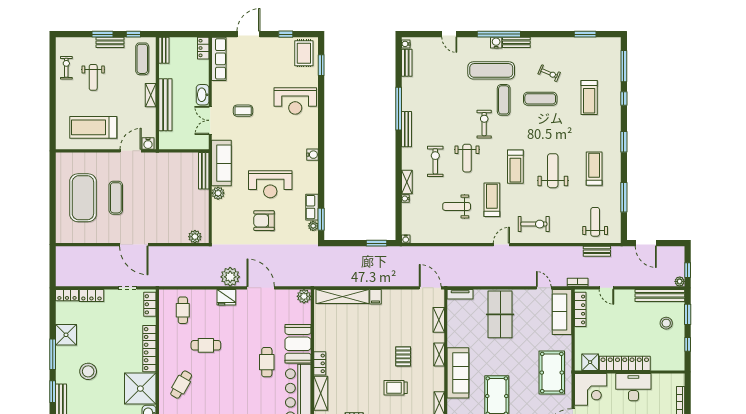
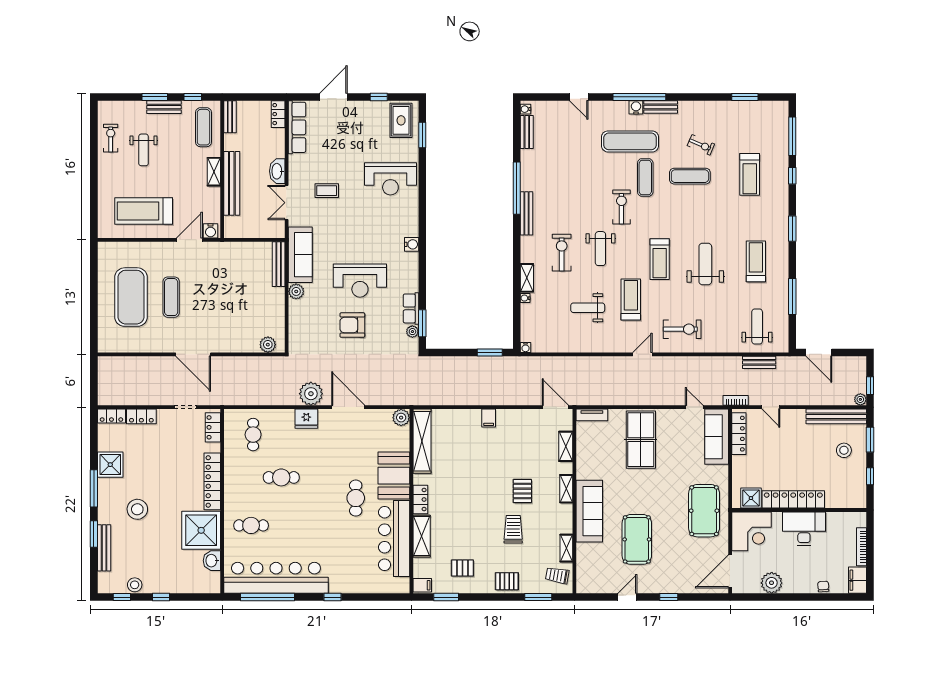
shelving: (343, 296) -> (422, 441), moved, turned 90
cafe table: (181, 385) -> (251, 525), turned 60
trolley: (396, 388) -> (513, 529), turned 90

